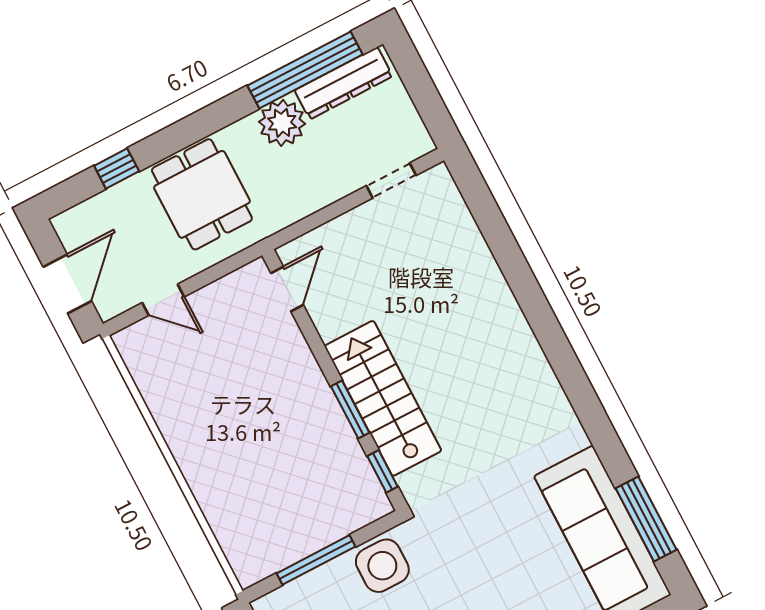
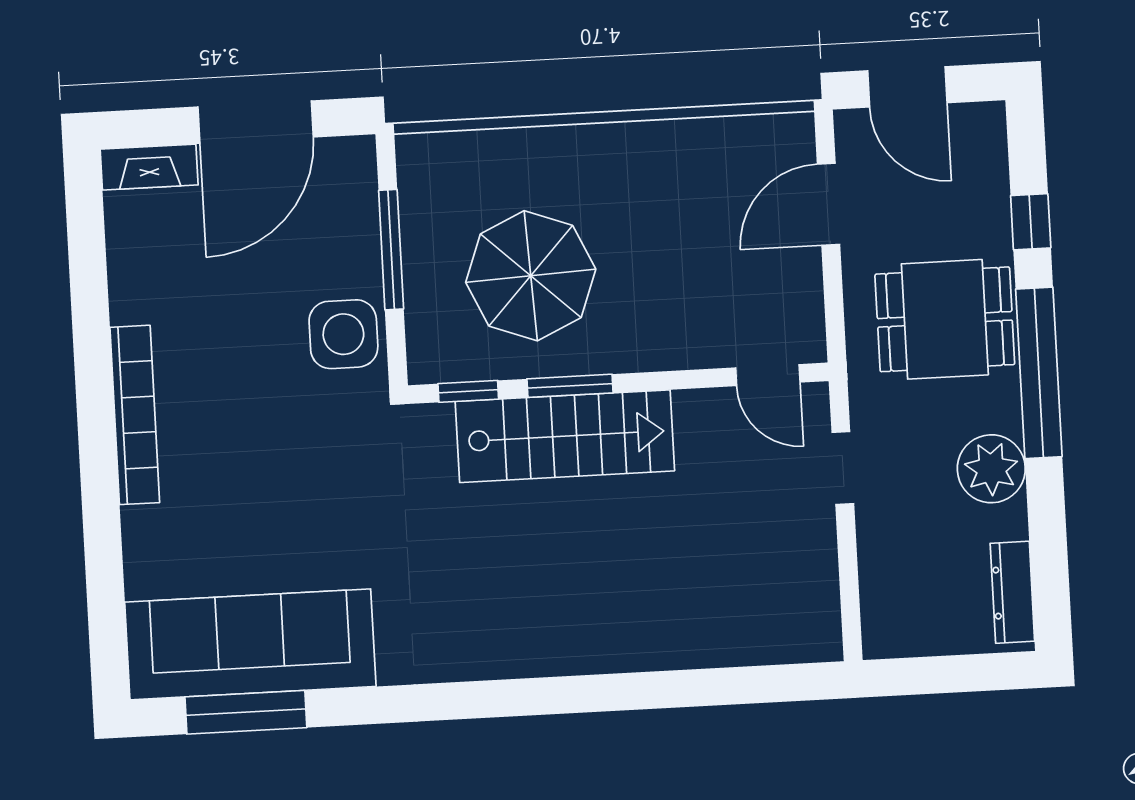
window: (305, 70) -> (1039, 373), moved
dresser: (344, 83) -> (1012, 592), width x0.73, depth x0.80
doorway: (391, 181) -> (843, 468), moved
door: (163, 300) -> (828, 204), width x1.38
parasol: (293, 465) -> (531, 276), added

